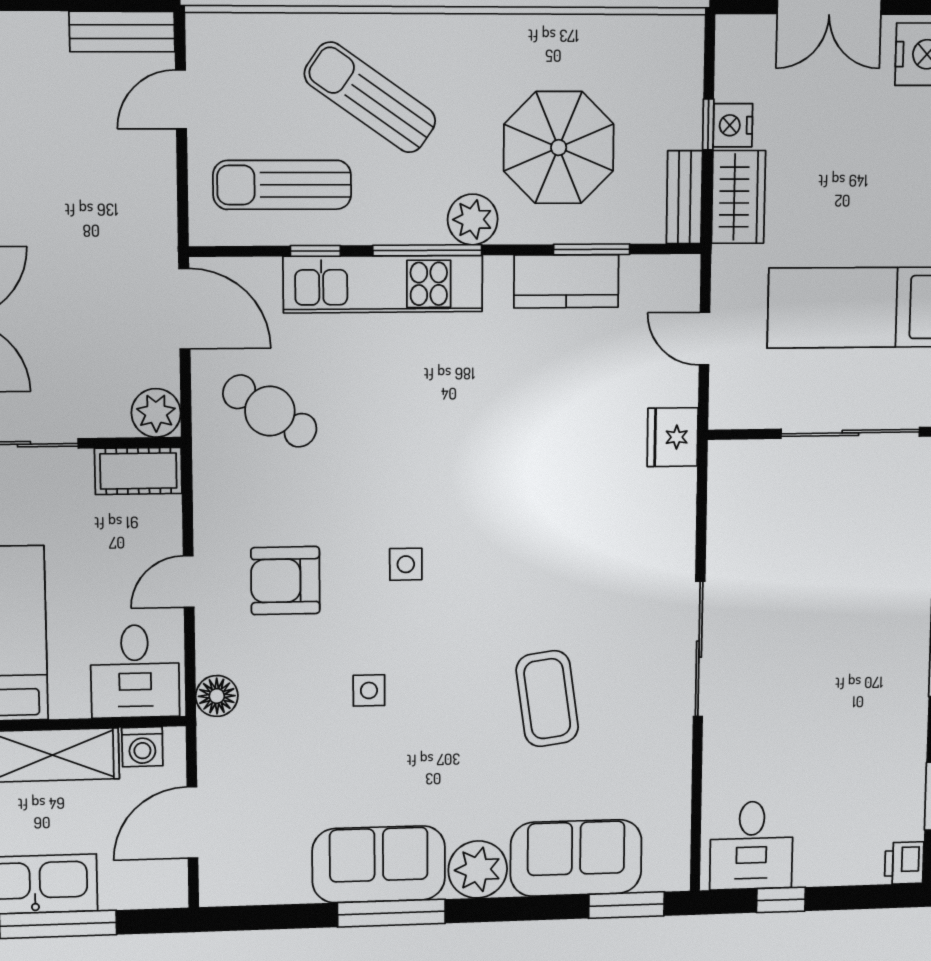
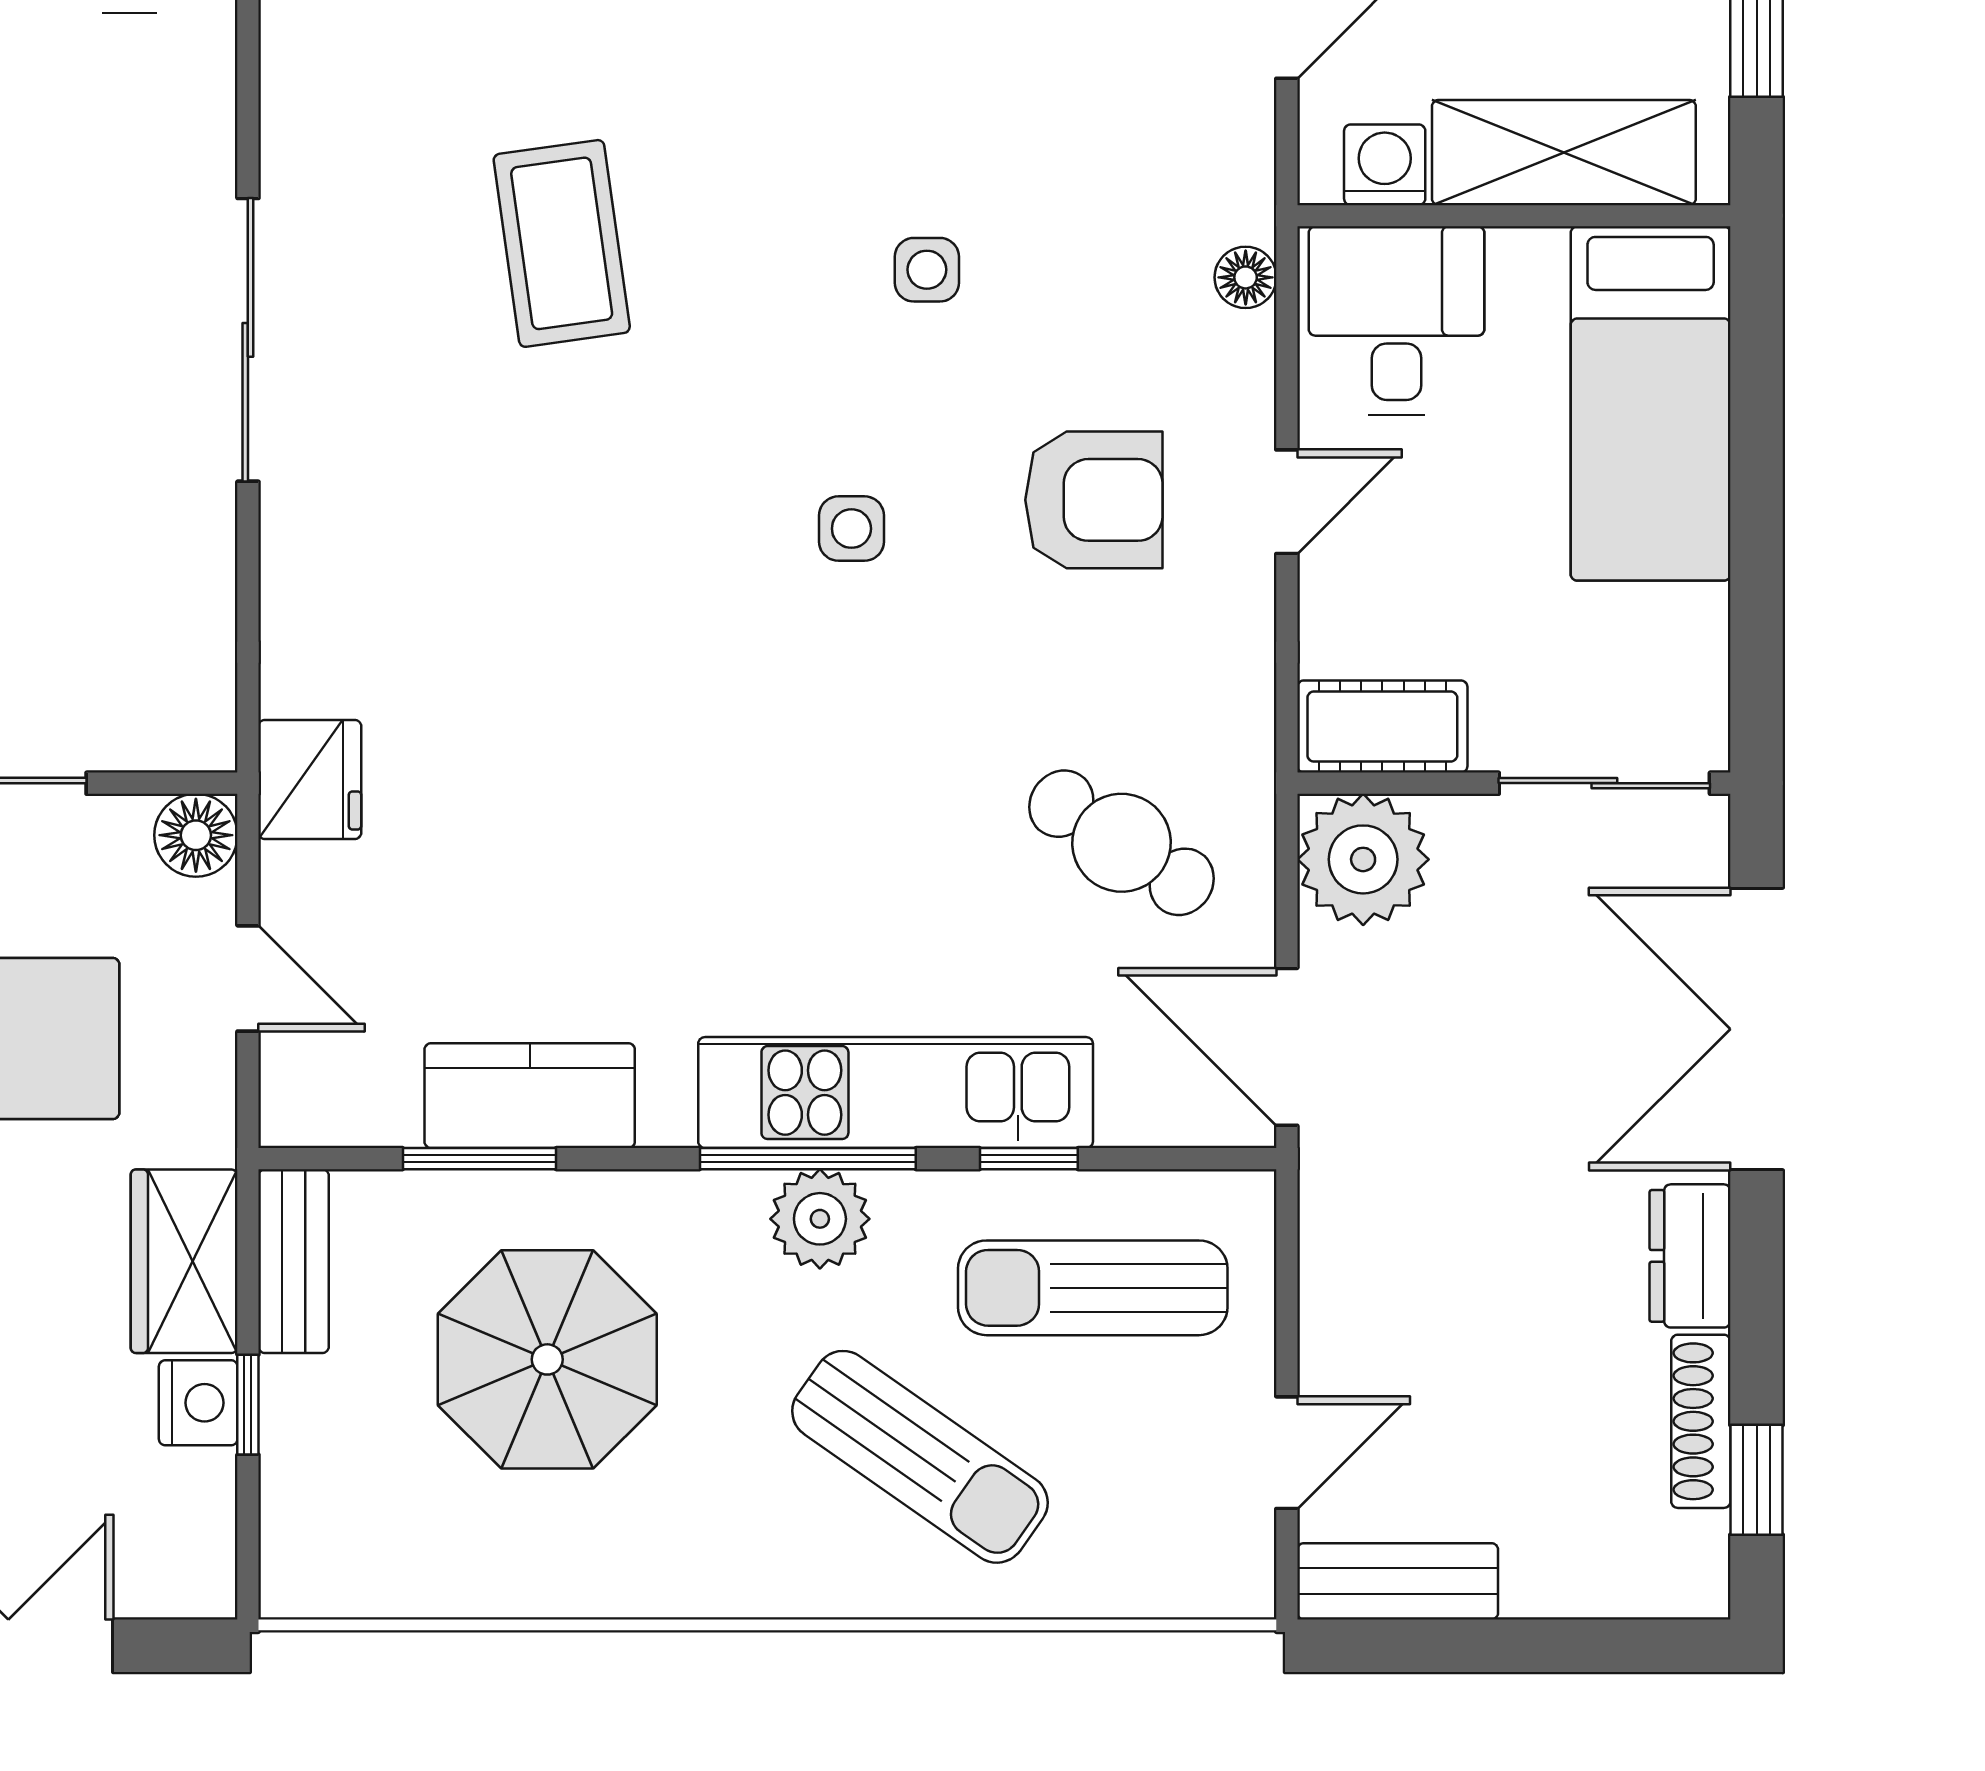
sun lounger: (282, 185) -> (1093, 1288), turned 180
plant: (473, 219) -> (820, 1219), moved
floor lamp: (729, 409) -> (196, 835), added
plant: (156, 413) -> (1363, 859), width x1.36, depth x1.36
floor lamp: (217, 696) -> (1246, 277), width x0.73, depth x0.73

